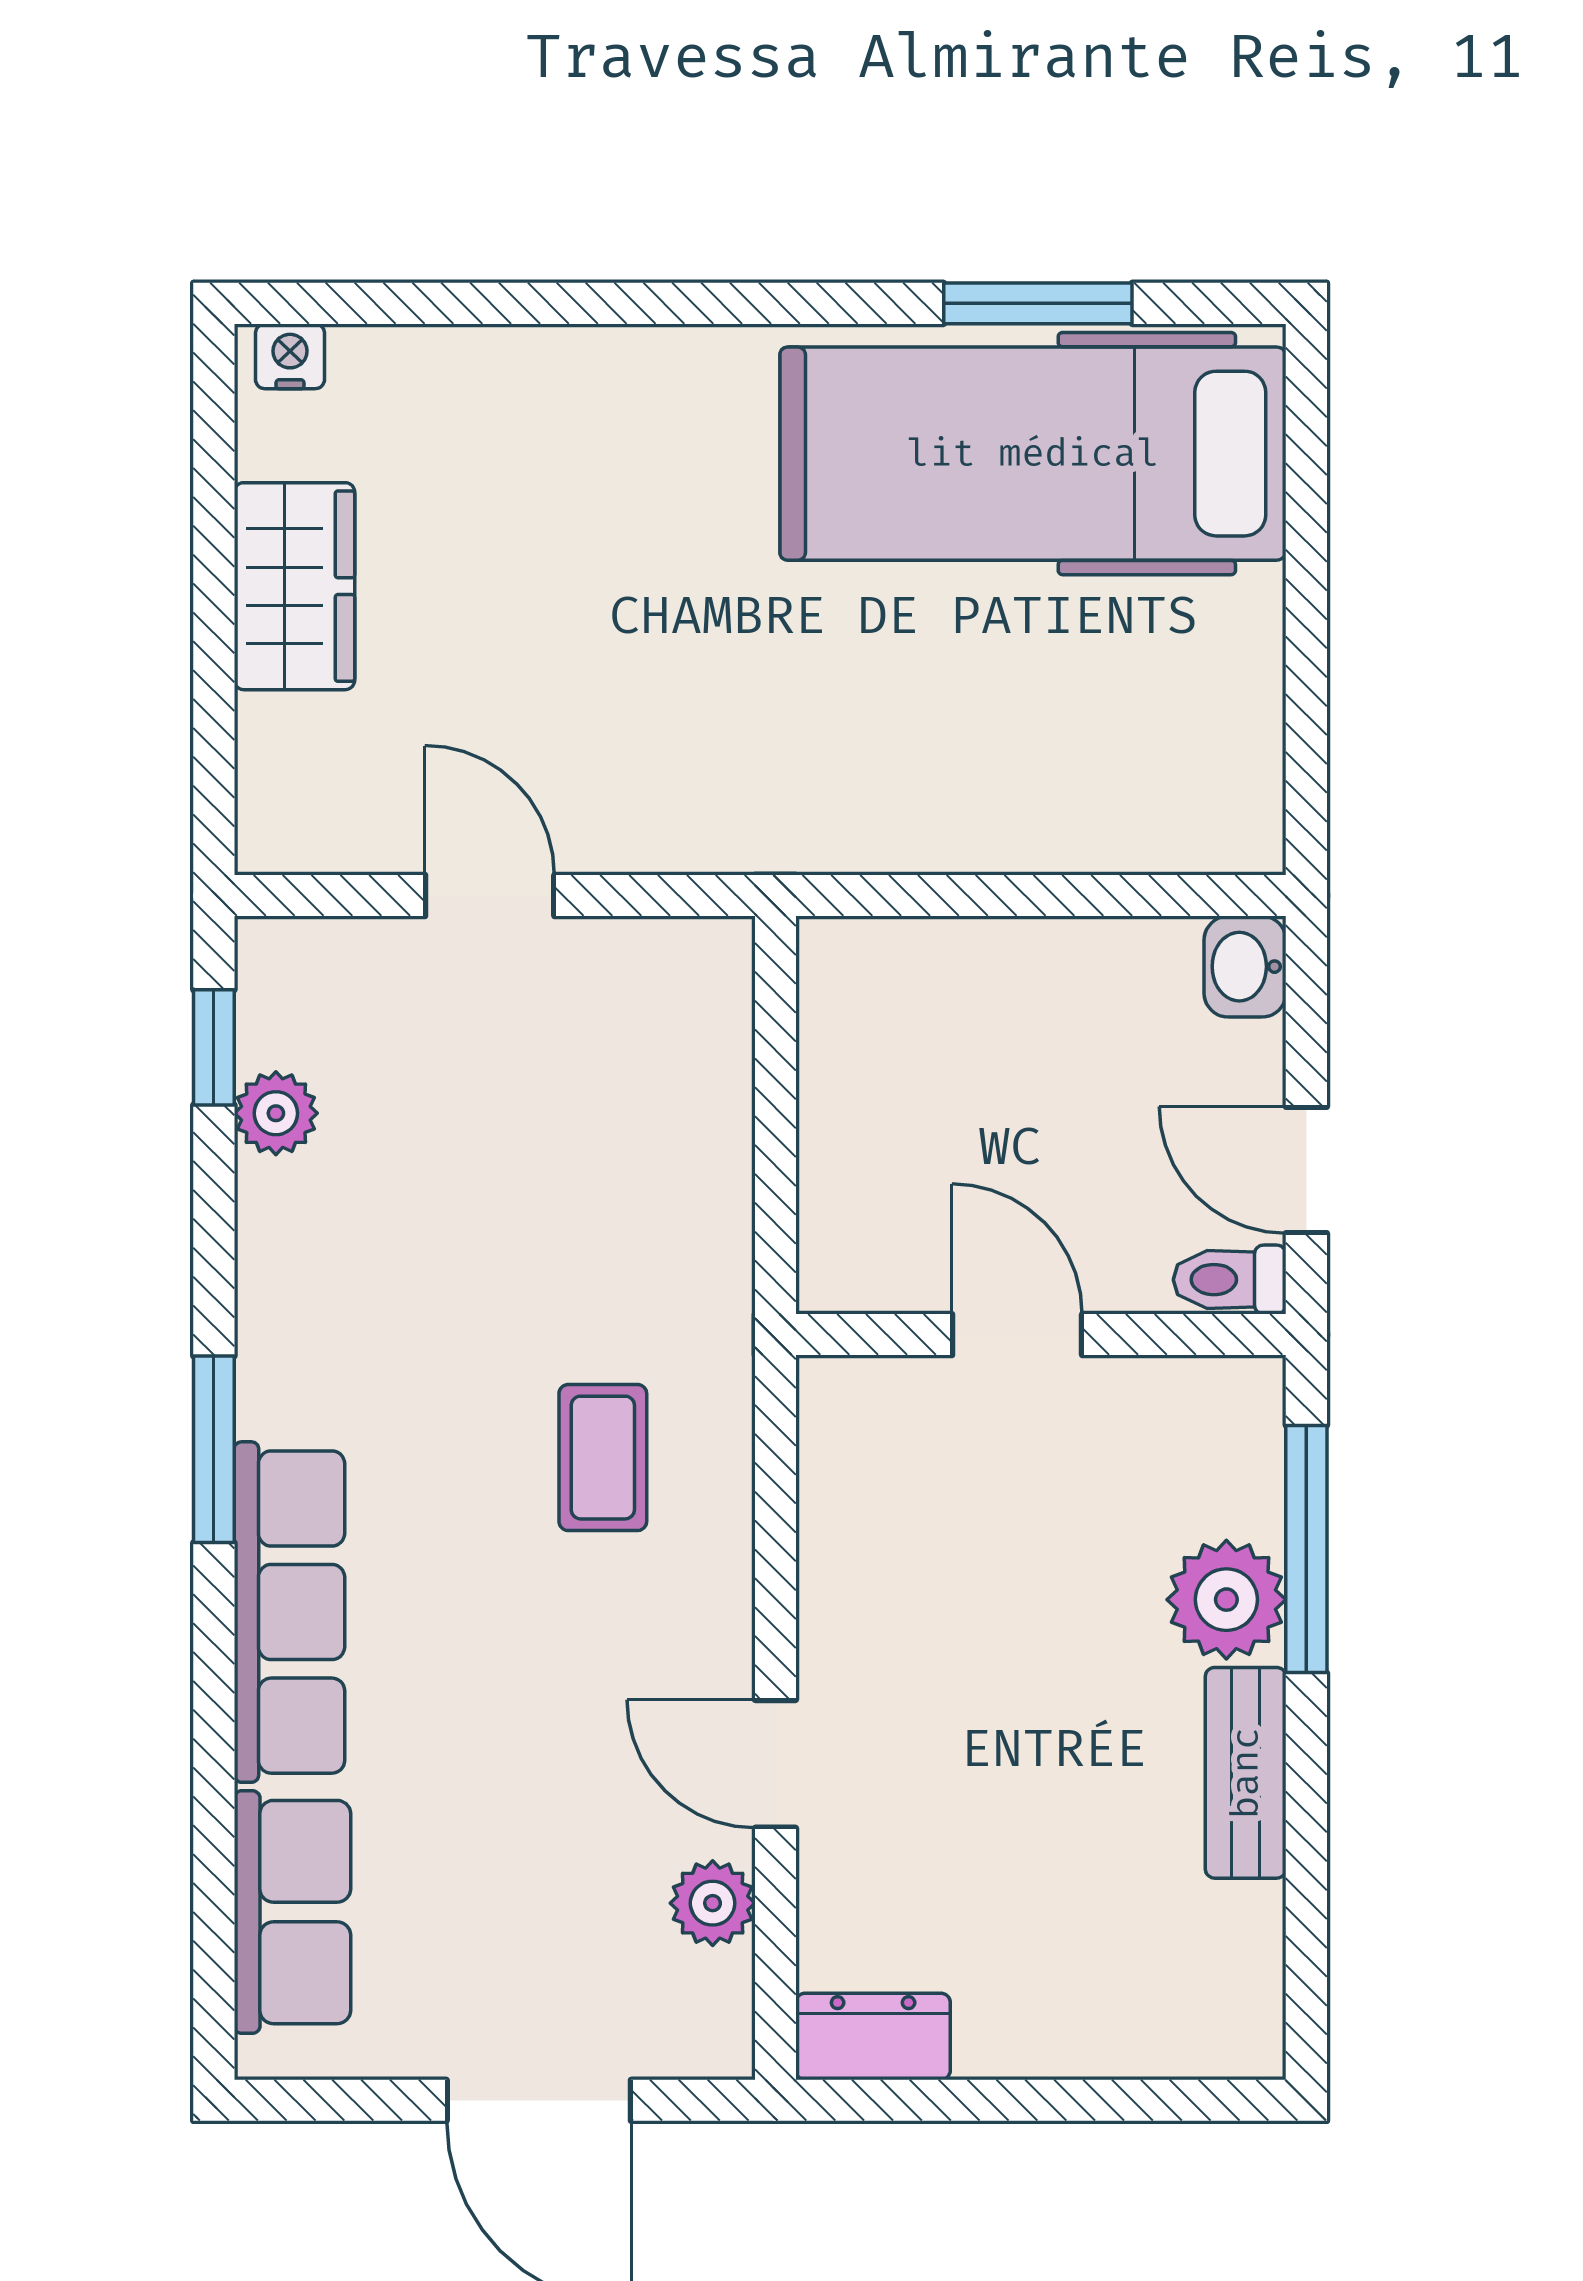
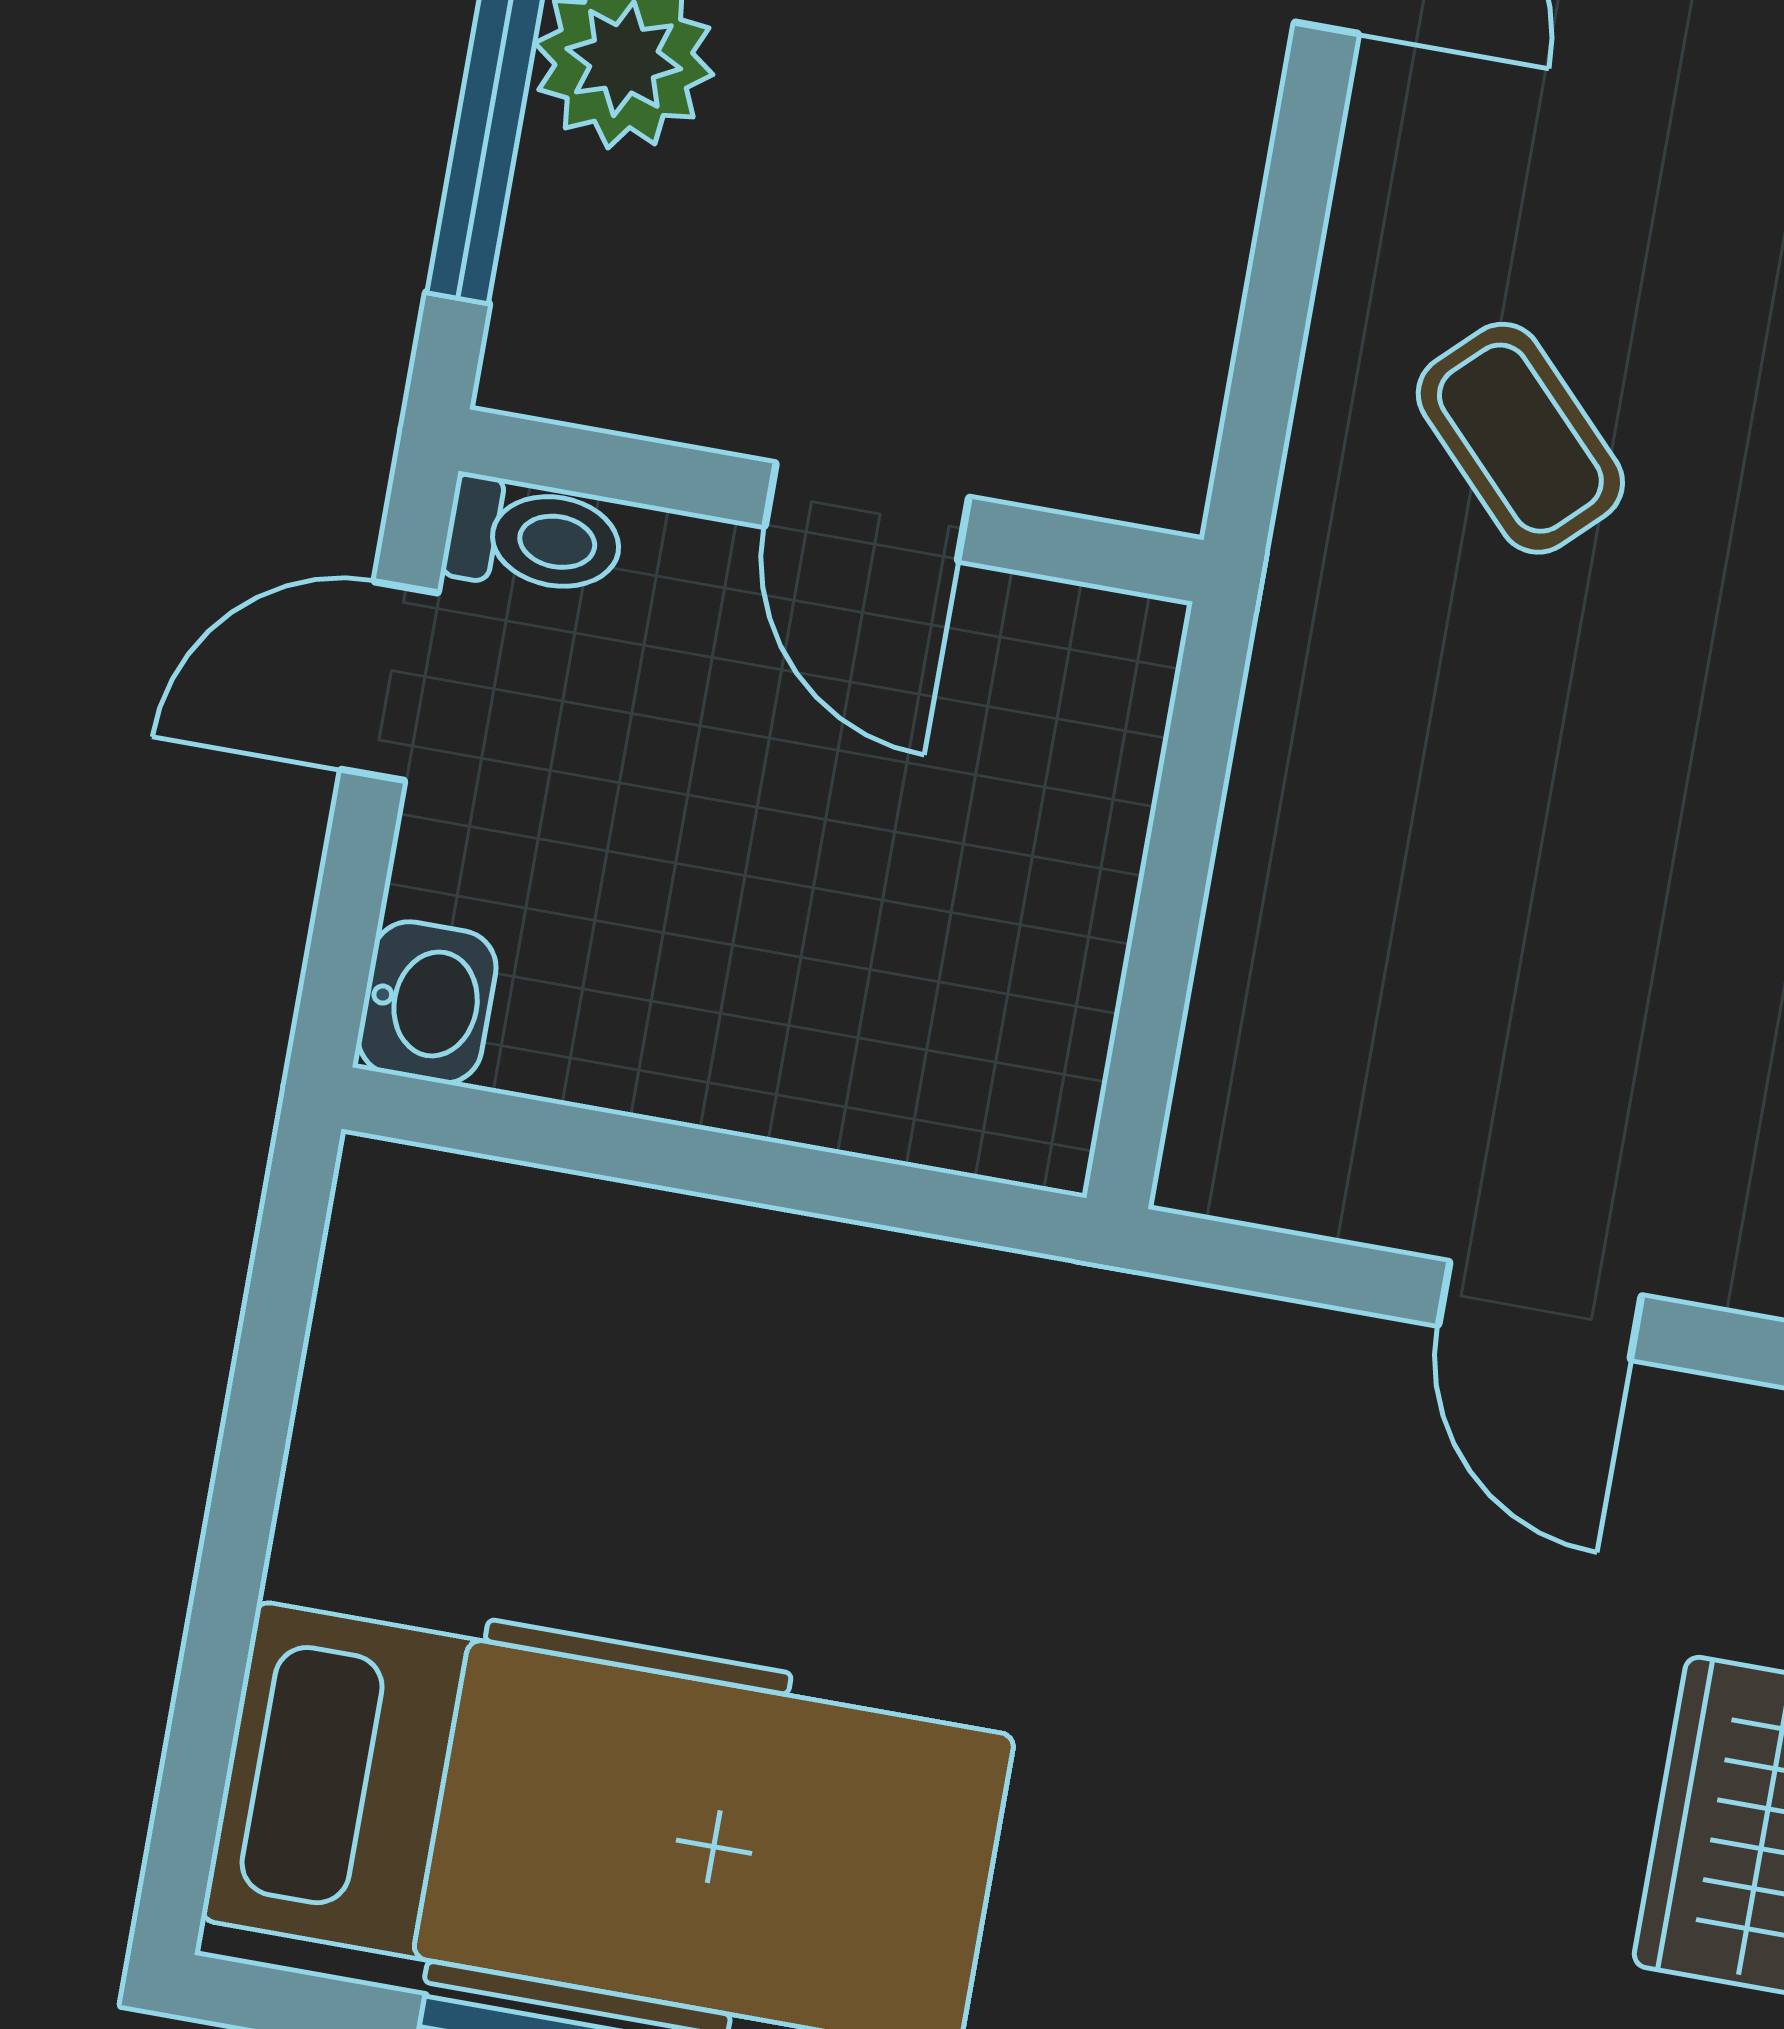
door: (1306, 1170) -> (389, 681), swing flipped
coffee table: (603, 1458) -> (1520, 438), turned -44

